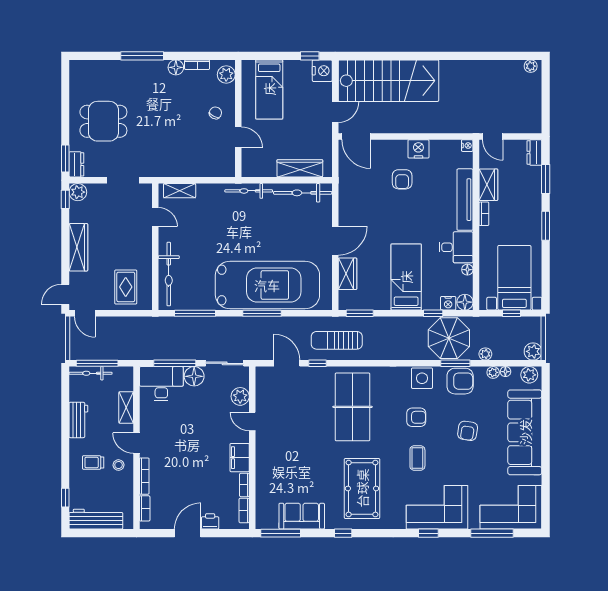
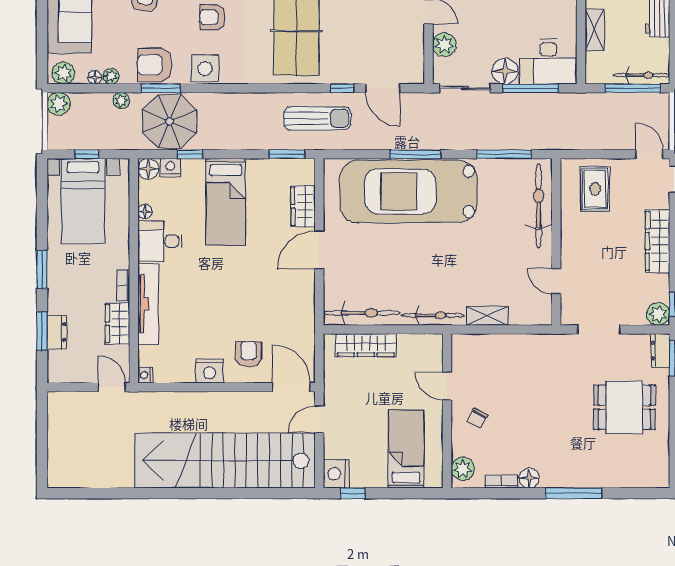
plant: (531, 66) -> (62, 480), removed
stairs: (388, 81) -> (225, 461), width x1.36
dresser: (534, 153) -> (57, 332), moved
armchair: (402, 179) -> (249, 354), moved
shelving: (180, 191) -> (487, 316), moved

